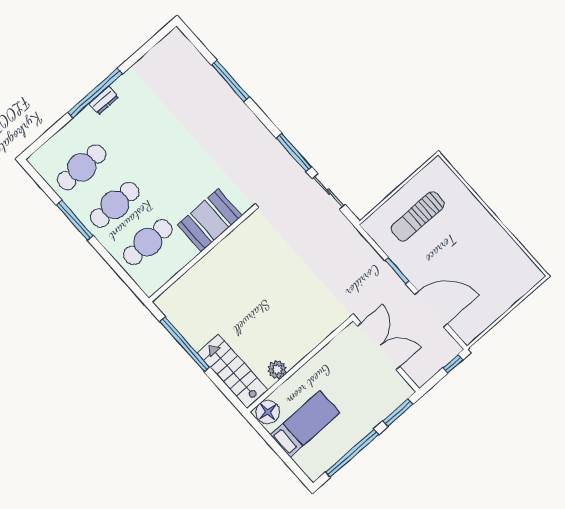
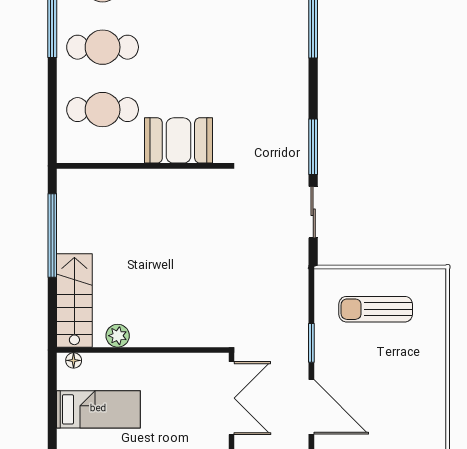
floor lamp: (268, 412) -> (74, 360), width x0.53, depth x0.53

